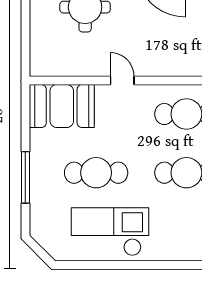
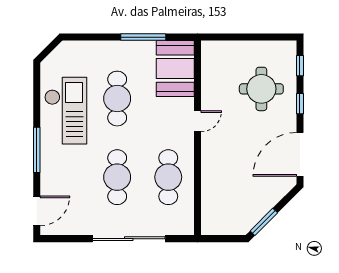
window: (25, 177) -> (143, 37), moved
window: (155, 265) -> (37, 150), added

